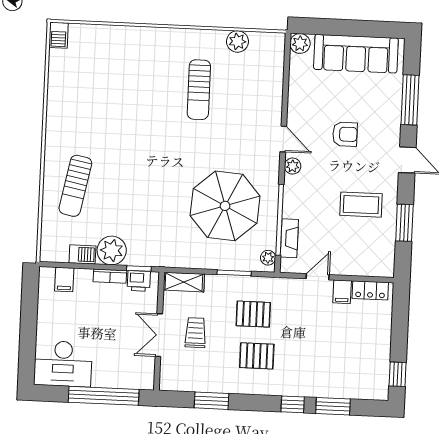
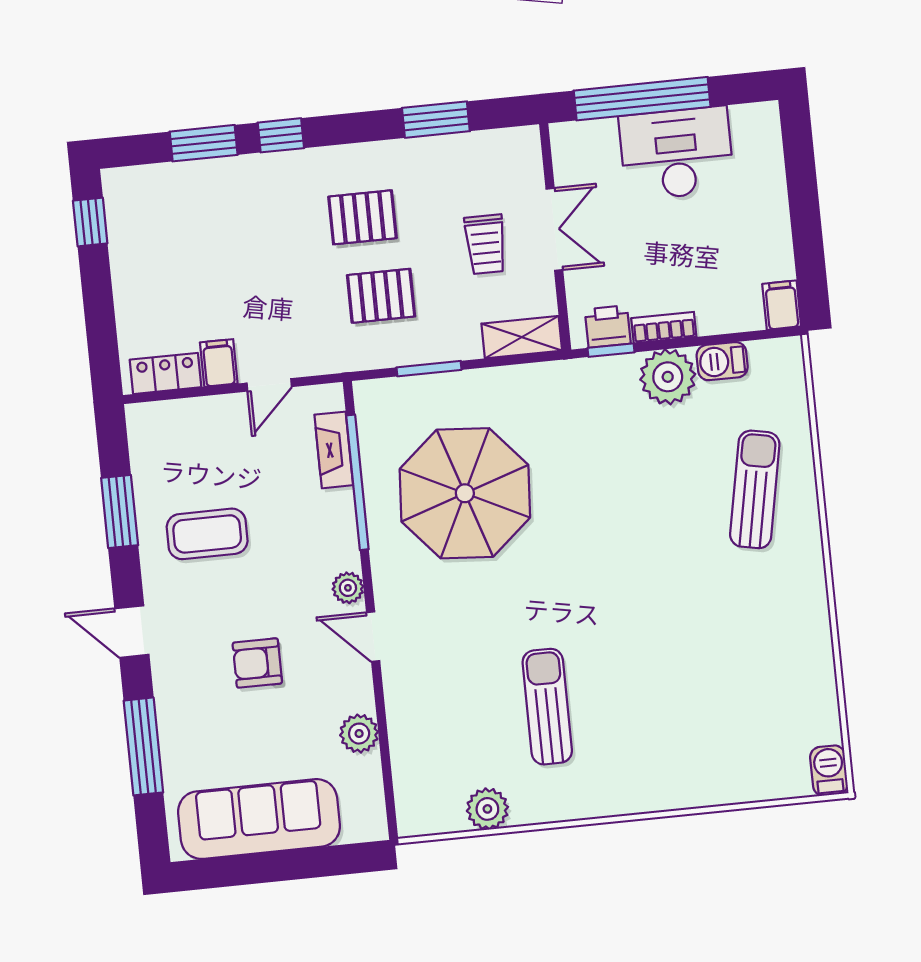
plant: (300, 43) -> (359, 734), moved
plant: (268, 258) -> (369, 407), removed
filing cabinet: (64, 280) -> (782, 305), moved
desk: (63, 364) -> (677, 153), moved

